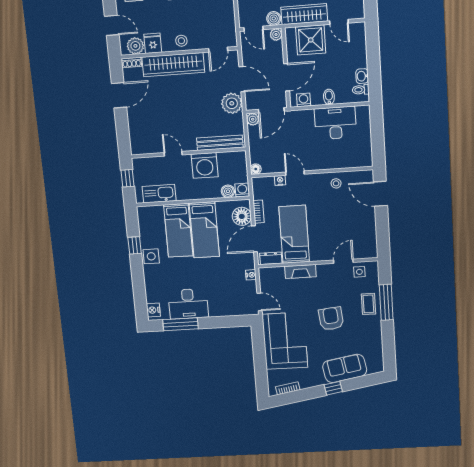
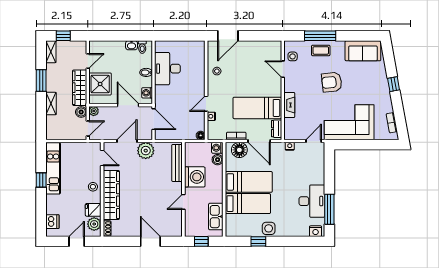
door: (119, 95) -> (150, 241), moved
plant: (253, 119) -> (160, 135), removed
sofa: (345, 368) -> (363, 51), moved, turned -80

